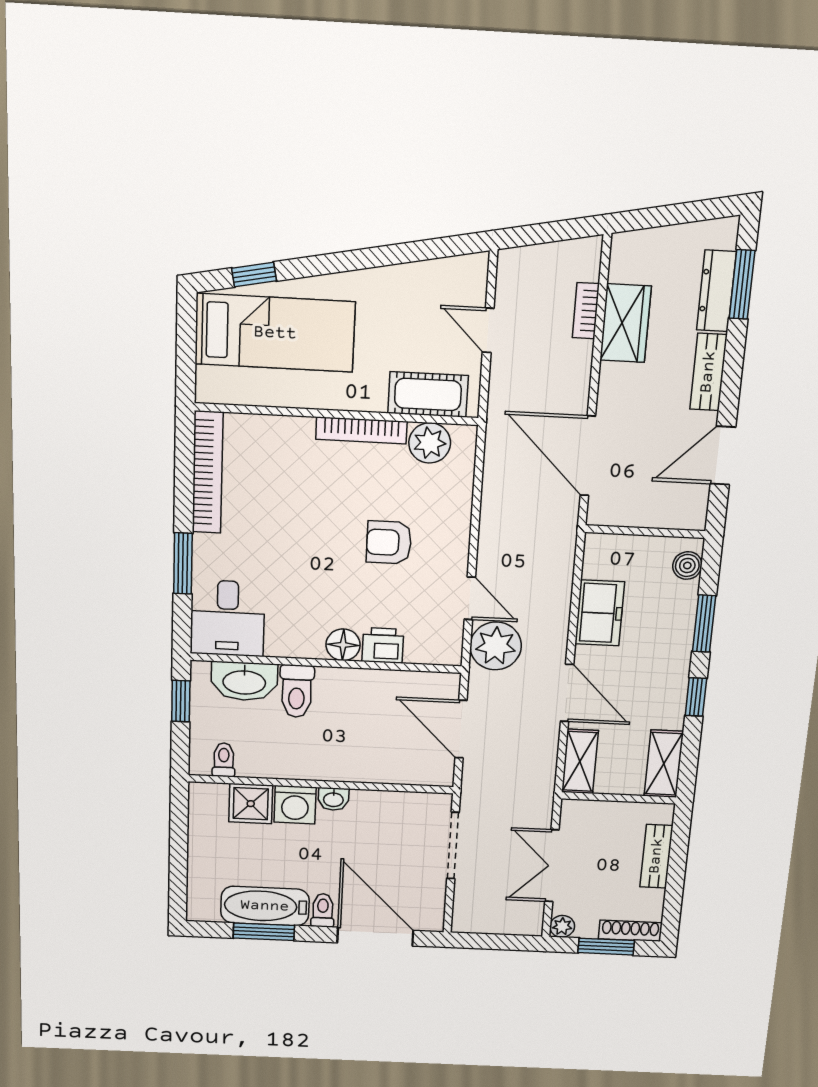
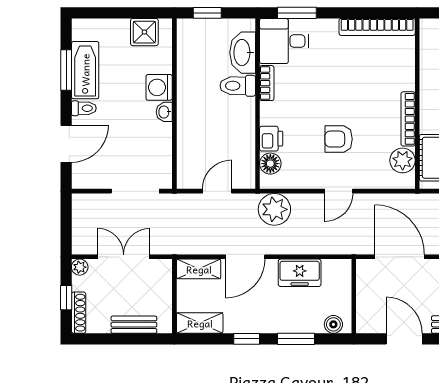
door: (588, 456) -> (400, 257), hinge flipped
armchair: (389, 542) -> (339, 139), turned -90
window: (183, 563) -> (297, 13), moved
door: (470, 598) -> (339, 191), moved
floor lamp: (343, 645) -> (270, 164), moved
bookcase: (294, 648) -> (267, 83), added
window: (181, 701) -> (207, 13), moved
door: (461, 729) -> (217, 191), width x0.73
toilet: (224, 760) -> (188, 41), removed
shower: (251, 804) -> (144, 32), moved
door: (375, 937) -> (66, 144), width x0.73
window: (606, 947) -> (66, 298), width x0.67

